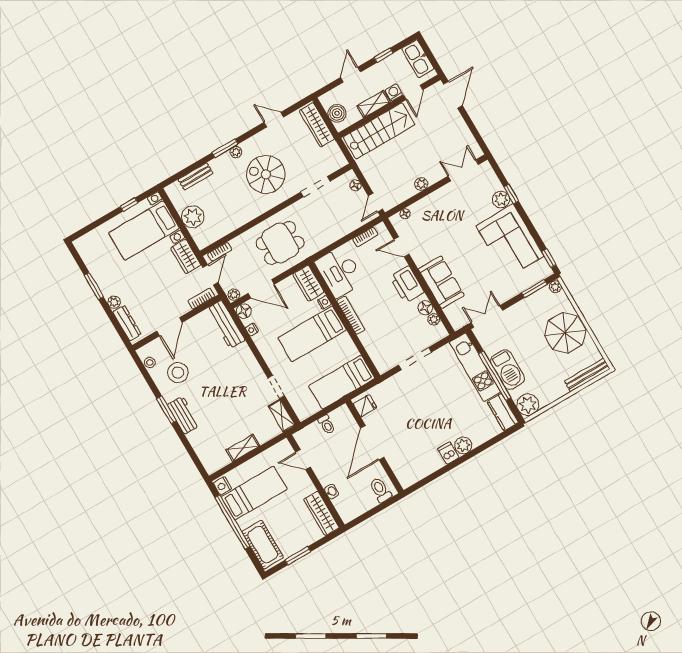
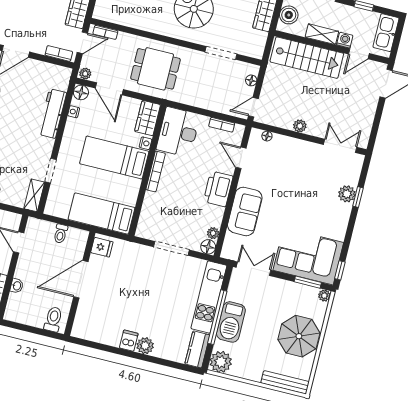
corner sofa: (510, 241) -> (308, 256), moved, turned 90
floor lamp: (425, 308) -> (208, 247), moved
workbench: (226, 324) -> (52, 113), moved

